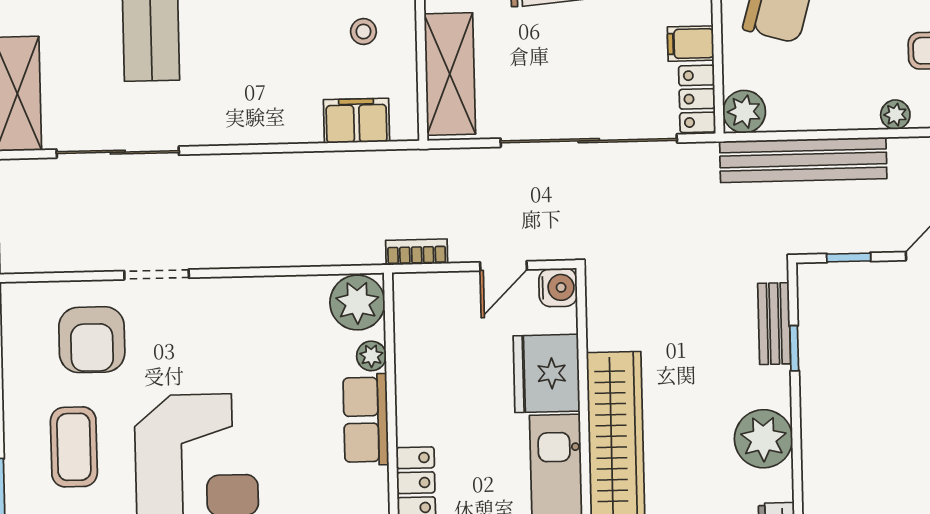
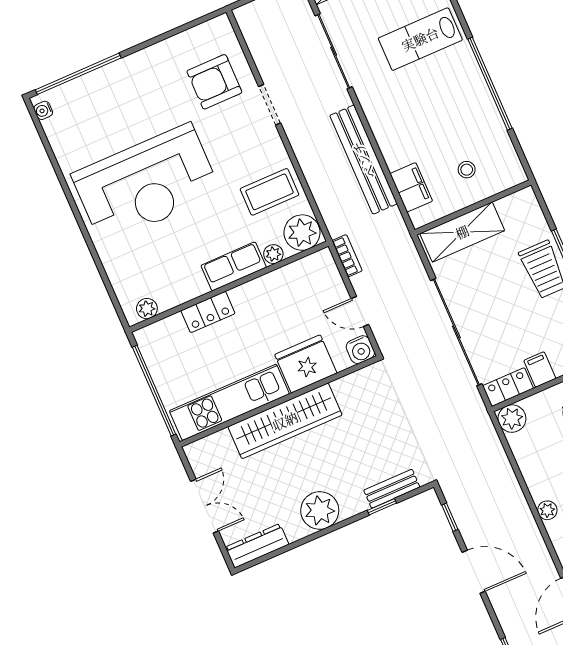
bench: (803, 160) -> (364, 160), moved
coffee table: (74, 447) -> (269, 192), moved

